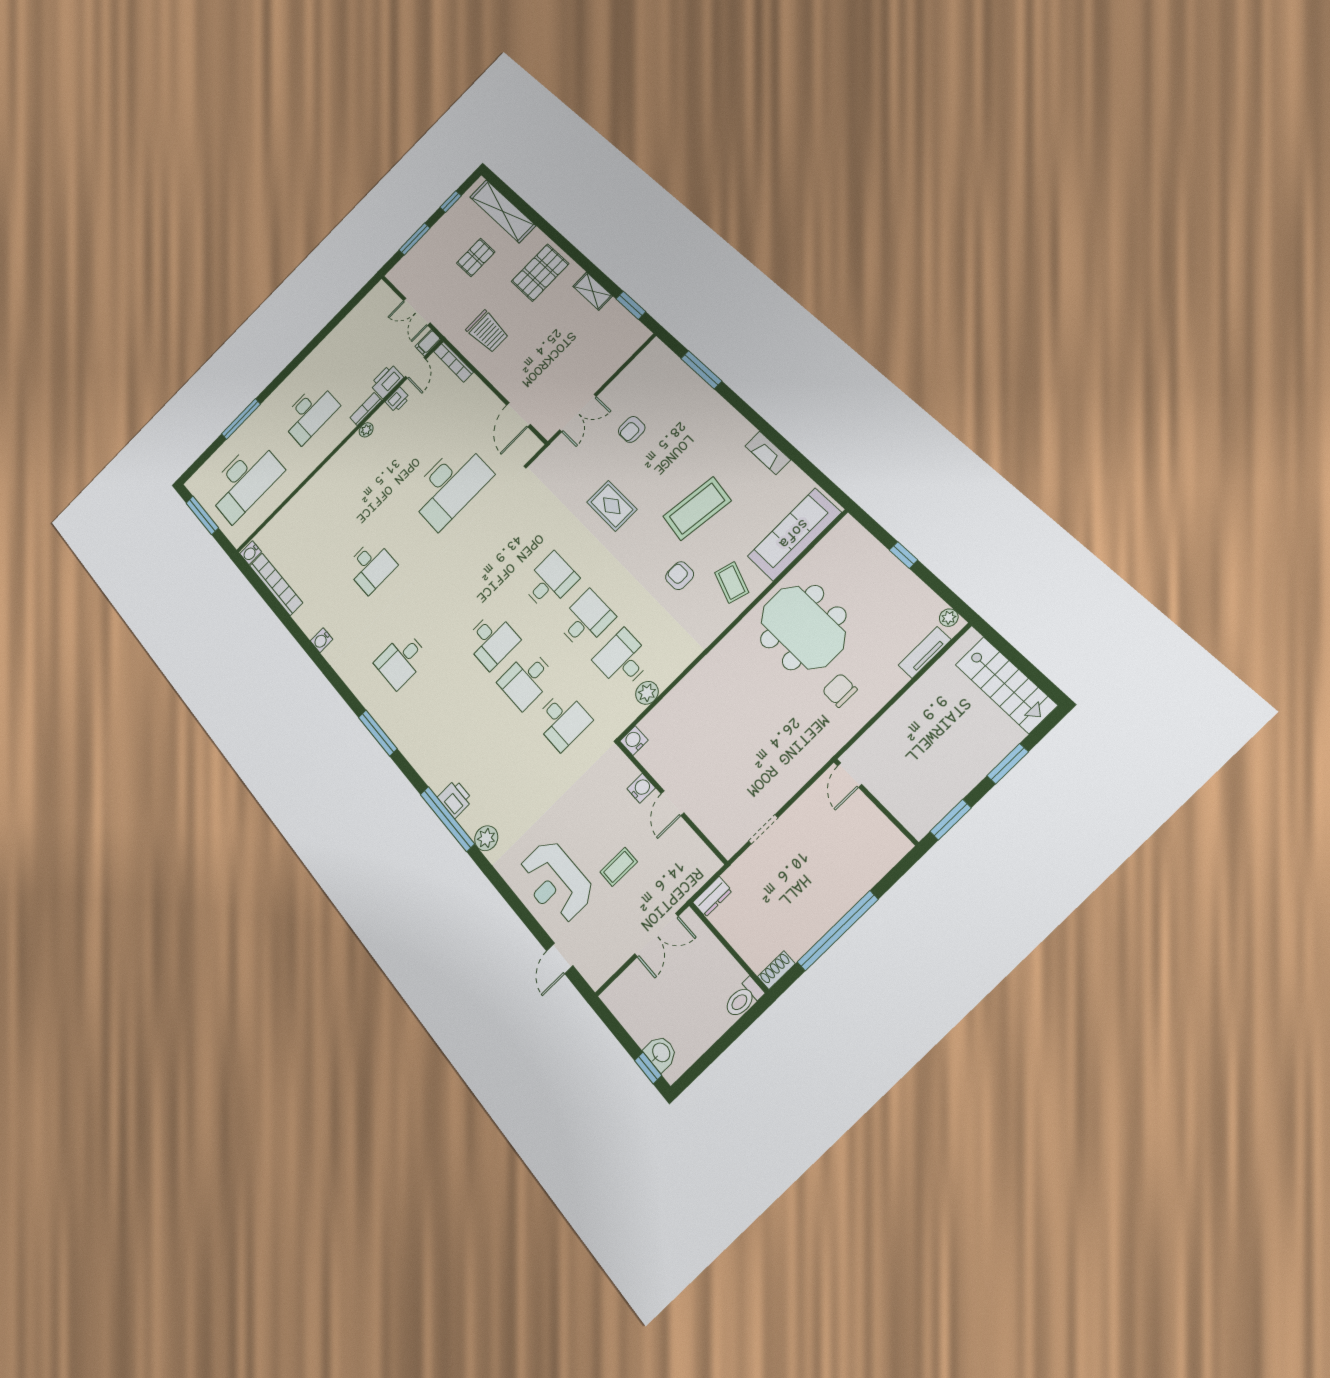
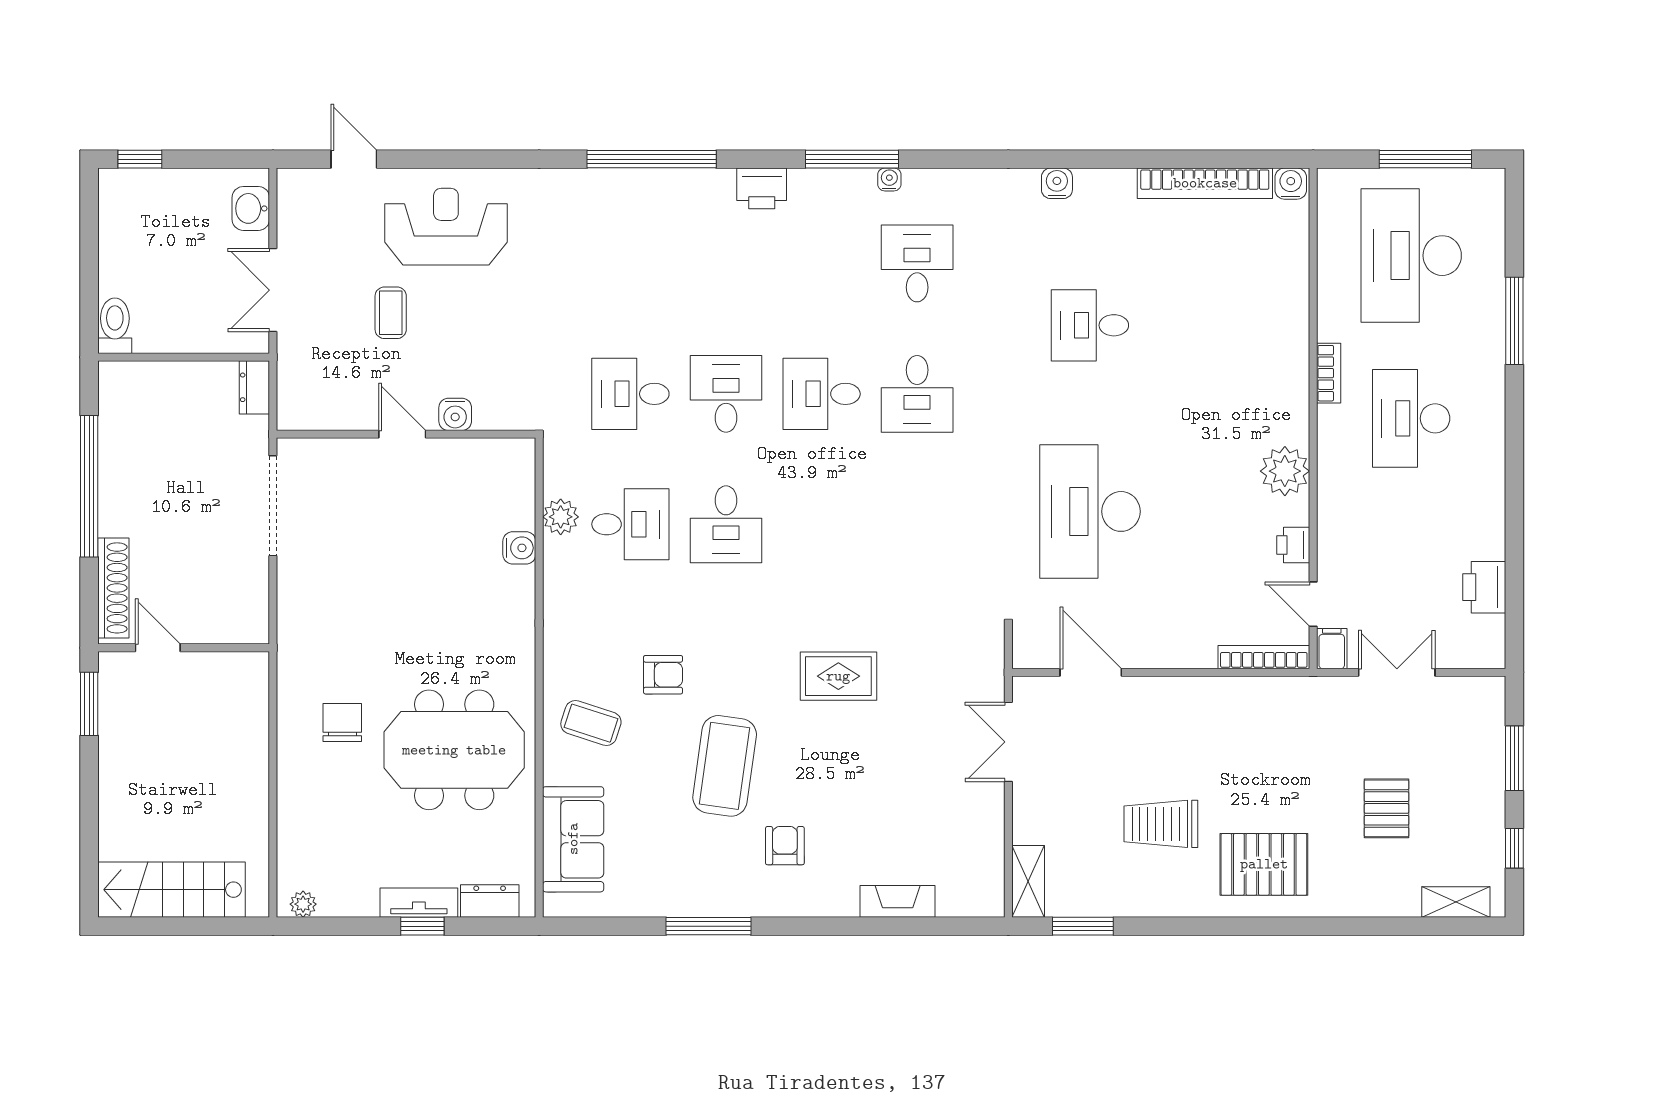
shelving: (503, 211) -> (1456, 902), width x0.45, depth x0.75
pallet: (540, 273) -> (1264, 864), turned 90
shelving: (593, 291) -> (1028, 881), moved, turned 90
trolley: (487, 332) -> (1161, 824), moved
window: (701, 370) -> (708, 926), moved
printer: (387, 381) -> (1484, 587), moved, turned 180
bookcase: (366, 409) -> (1329, 373), moved
armchair: (632, 429) -> (785, 846), moved
plant: (366, 430) -> (1285, 471), width x1.87, depth x1.87
fireplace: (768, 453) -> (898, 901), moved
sofa: (794, 534) -> (573, 839), width x0.73
dresser: (861, 539) -> (490, 901), added
desk: (550, 581) -> (917, 394), moved
tv unit: (925, 652) -> (419, 903), moved, turned -90
chair: (840, 690) -> (342, 723), turned -90
water cooler: (374, 709) -> (889, 179), added
water cooler: (634, 741) -> (519, 548), moved
window: (1008, 764) -> (89, 813), removed
door: (850, 775) -> (158, 648), moved
printer: (455, 799) -> (762, 188), moved
doorway: (763, 829) -> (273, 506), width x1.88
plant: (486, 838) -> (580, 187), removed
shoe rack: (776, 970) -> (113, 588), moved, width x1.94, depth x1.24
washbasin: (661, 1053) -> (251, 208), moved, turned 90

